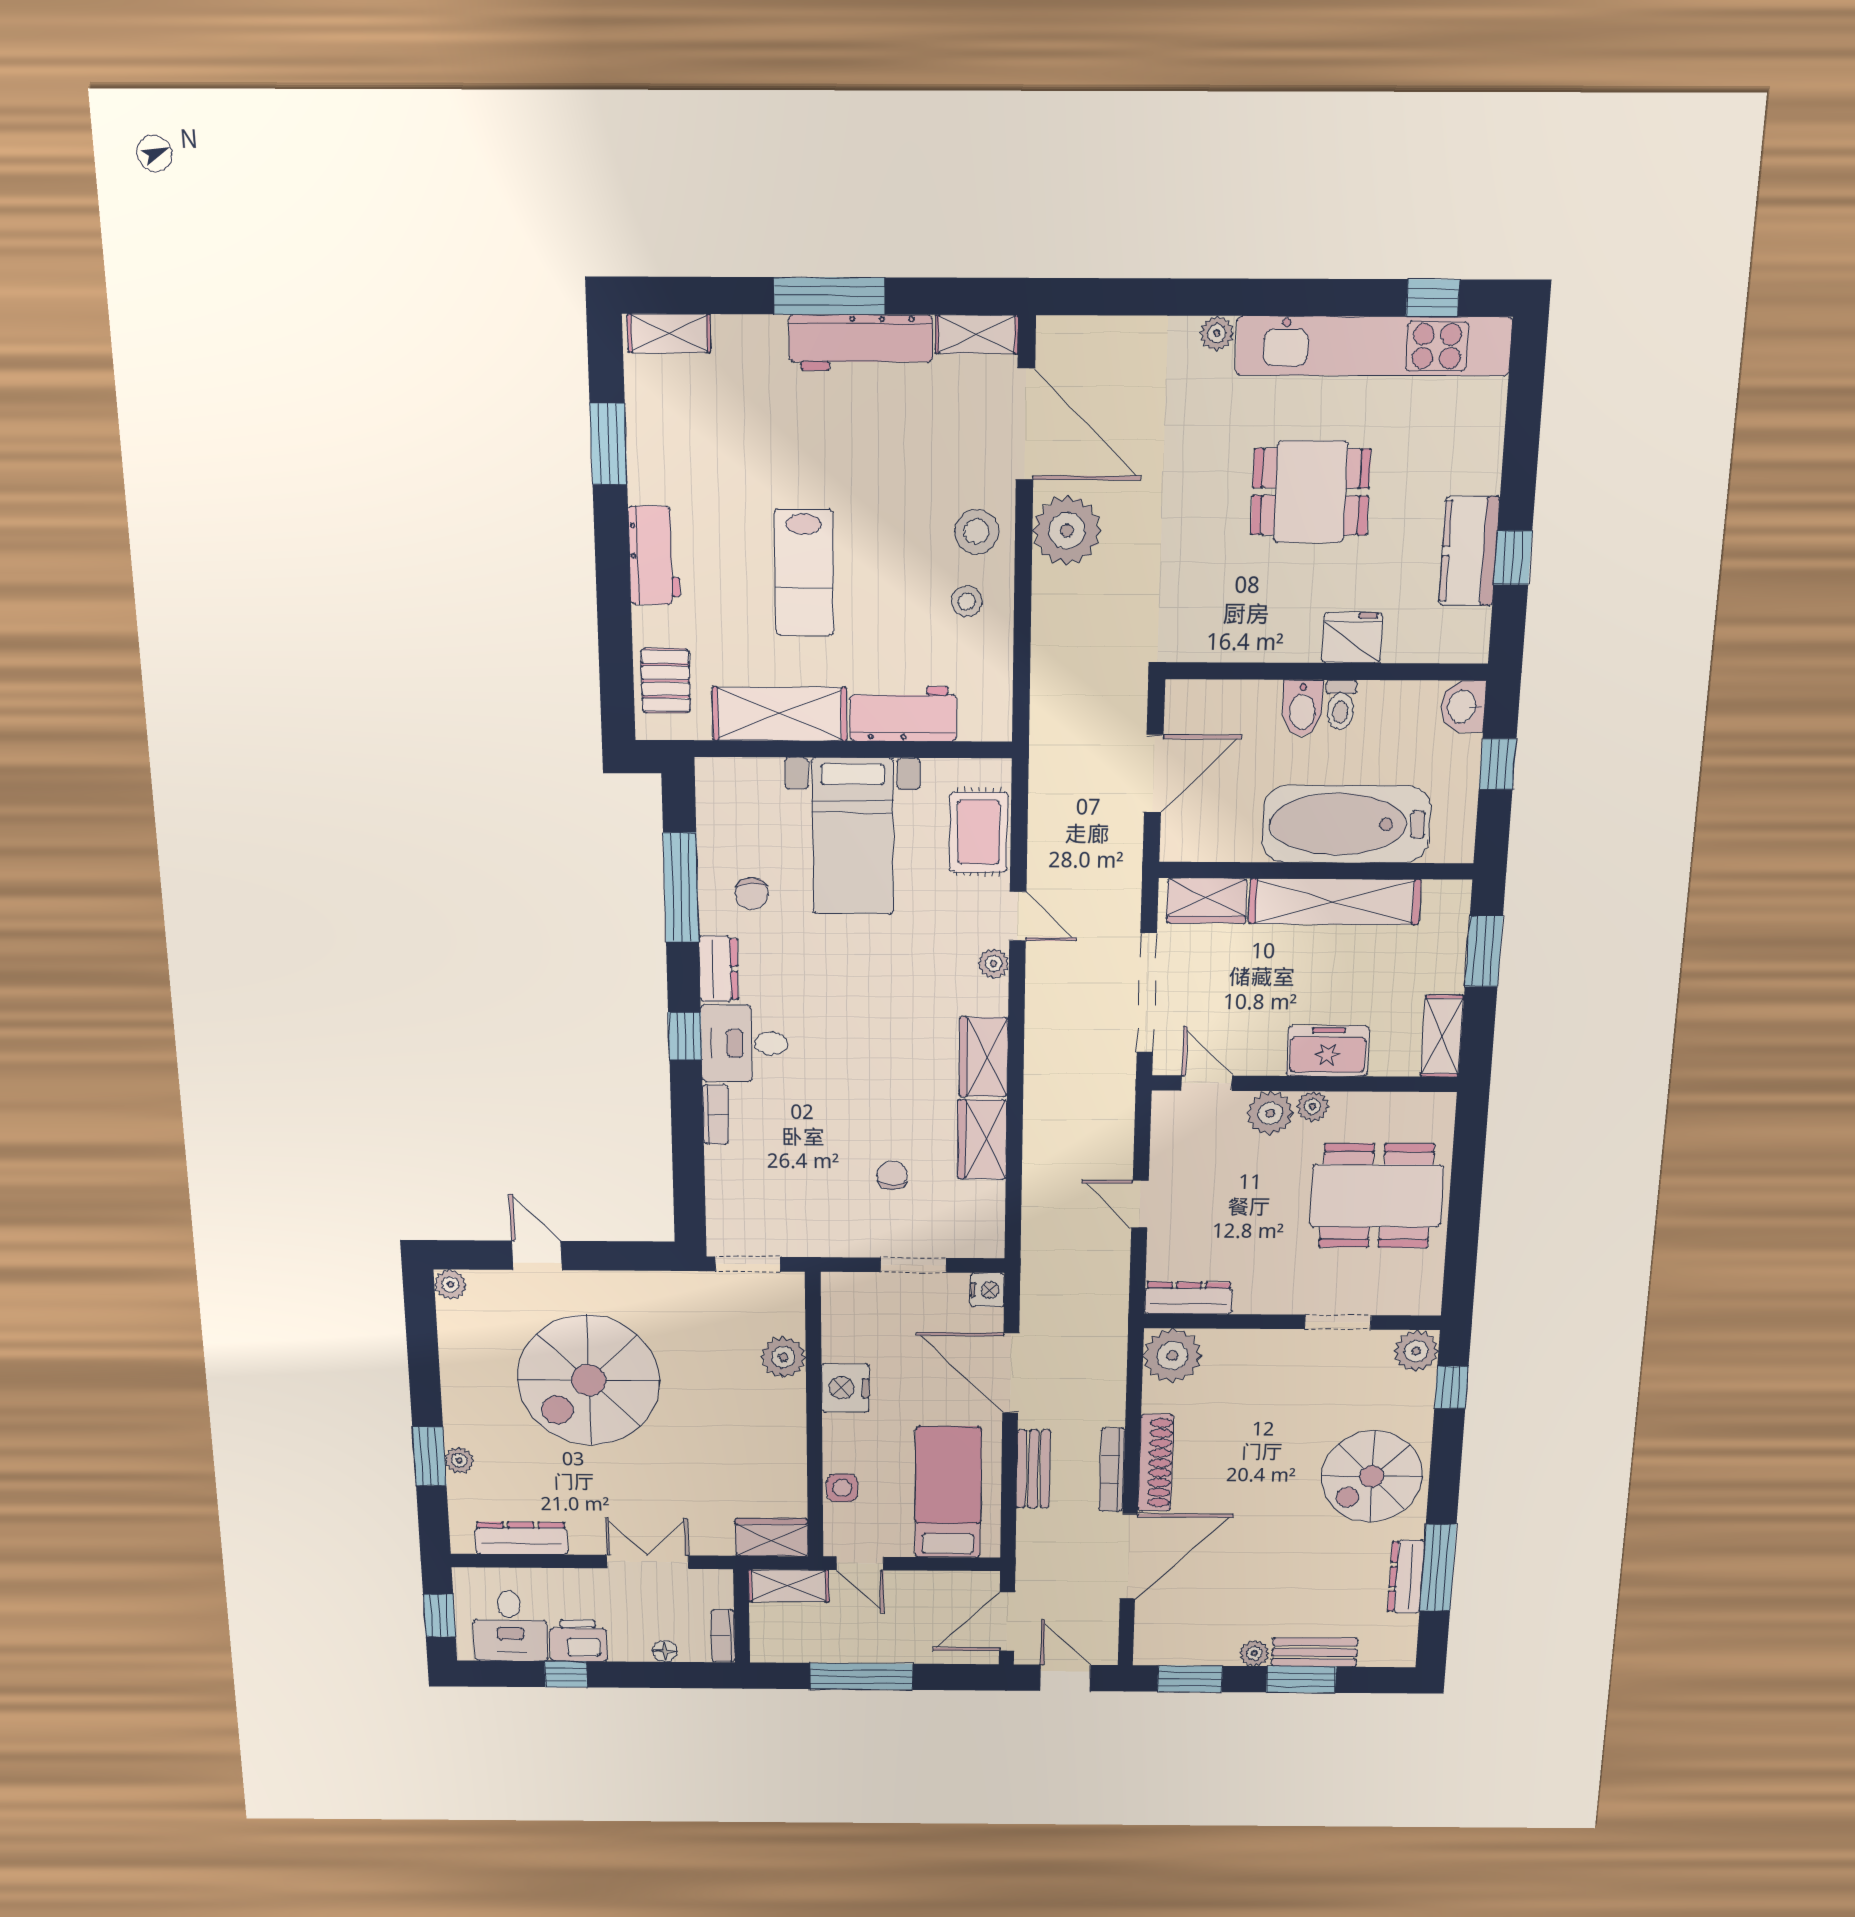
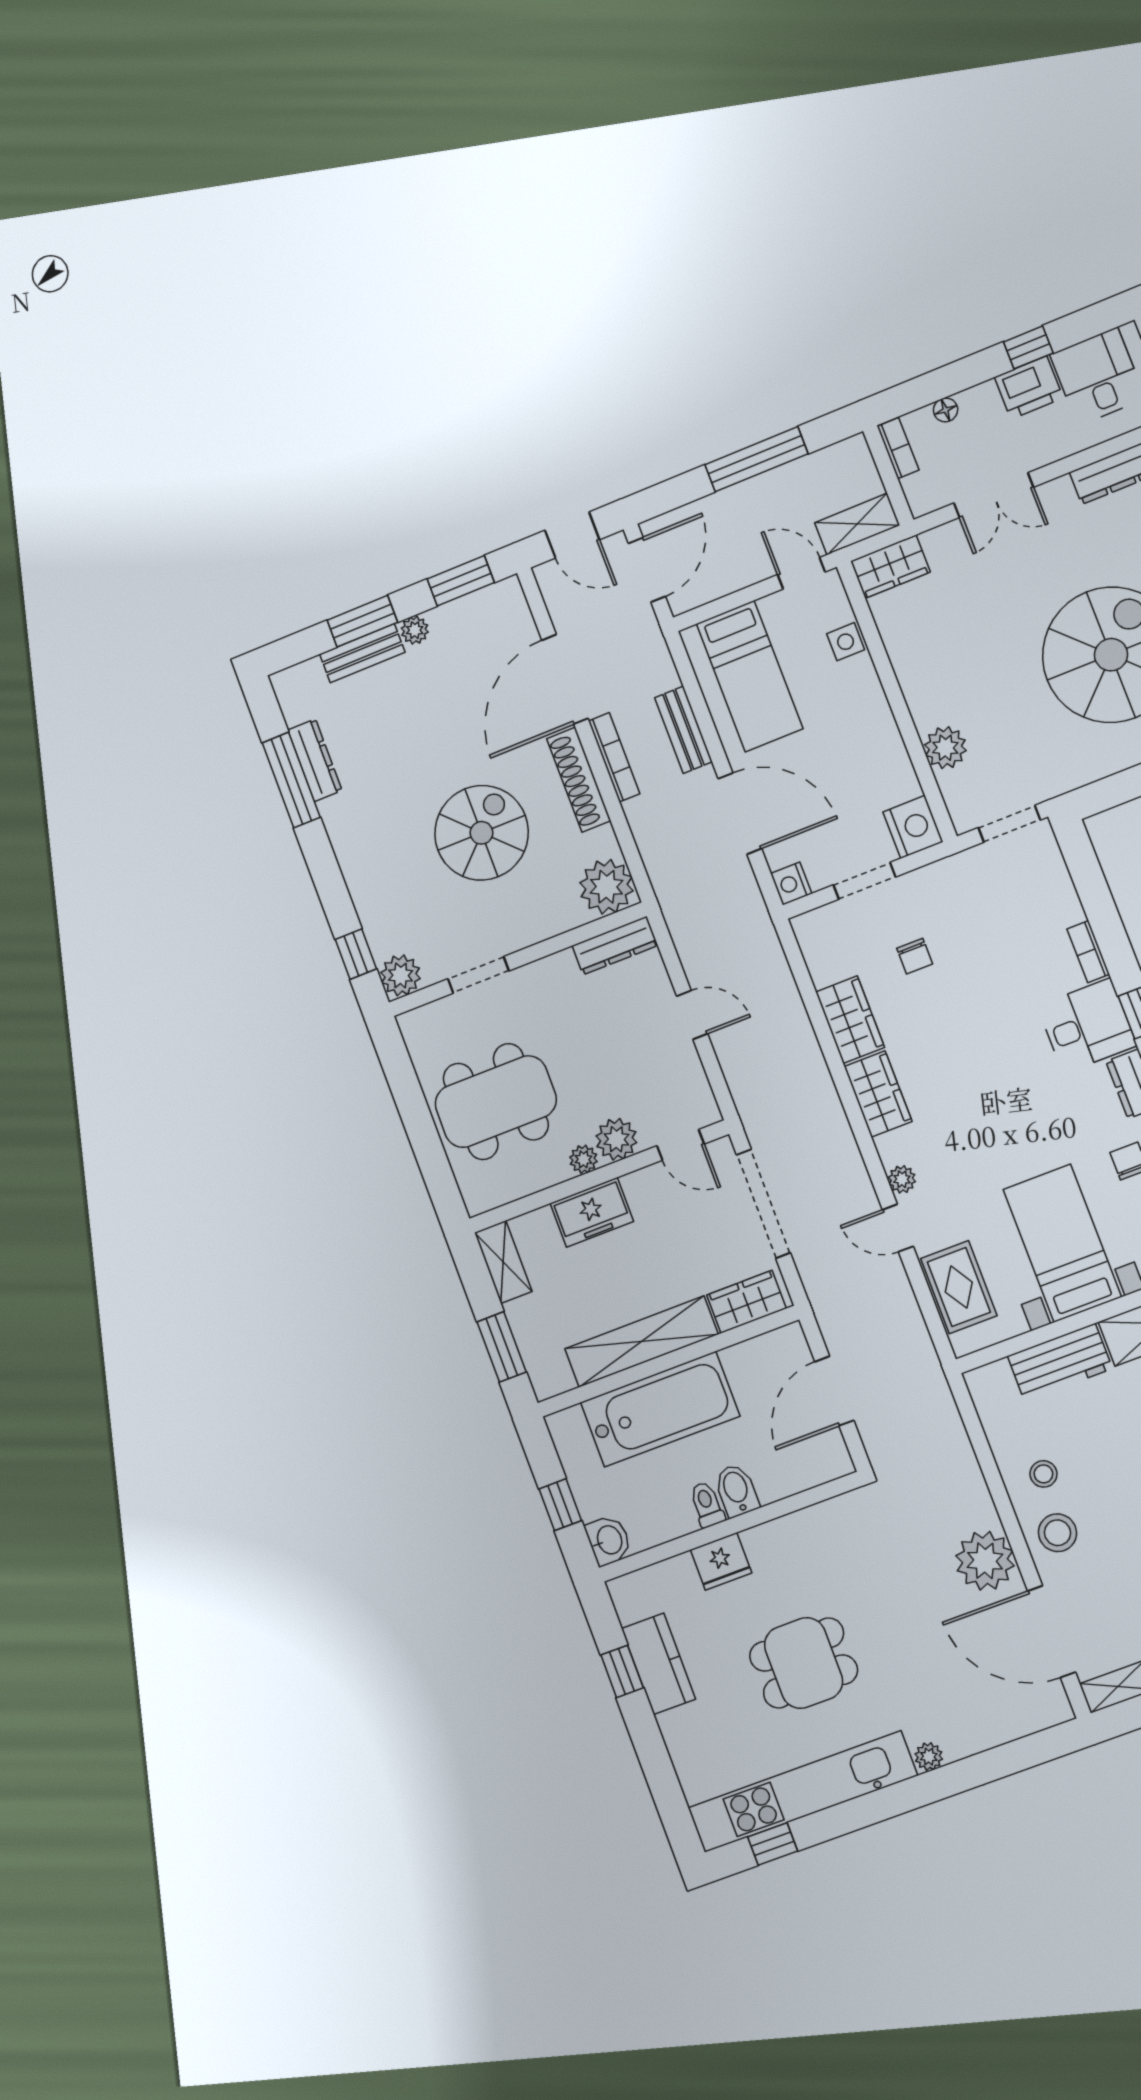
nightstand: (845, 1388) -> (913, 827), moved
spiral stairs: (1372, 1476) -> (482, 833), moved

